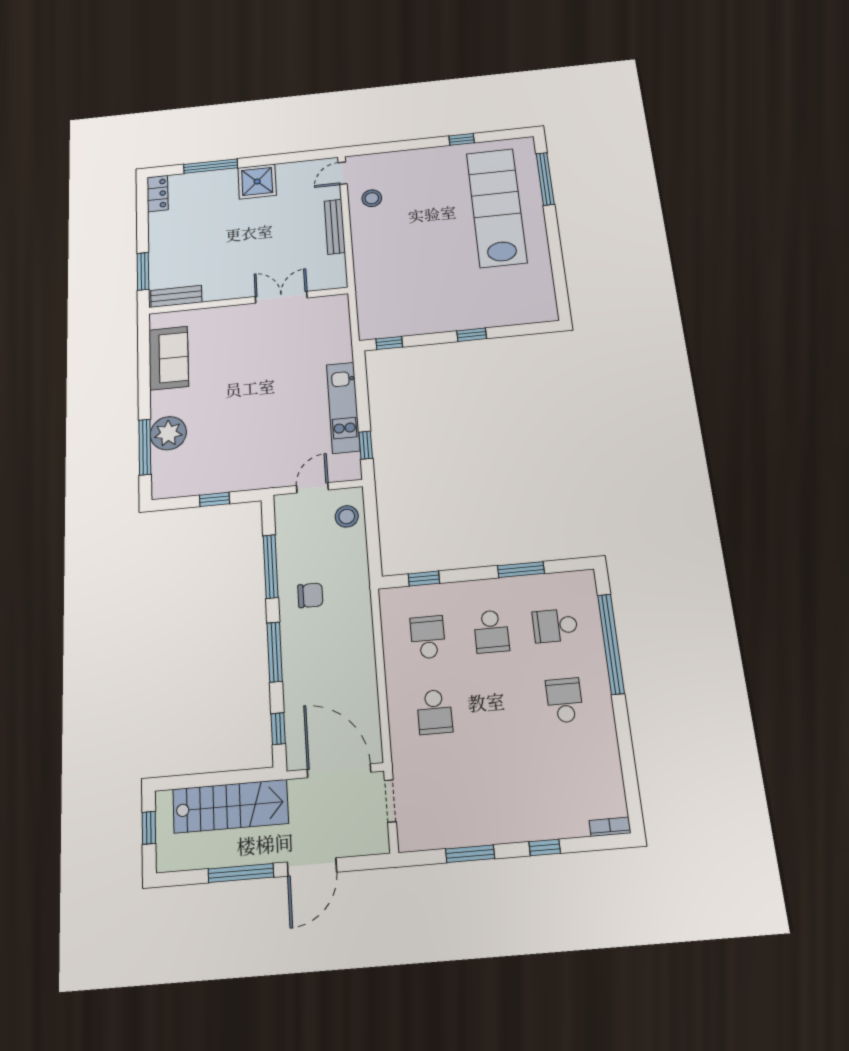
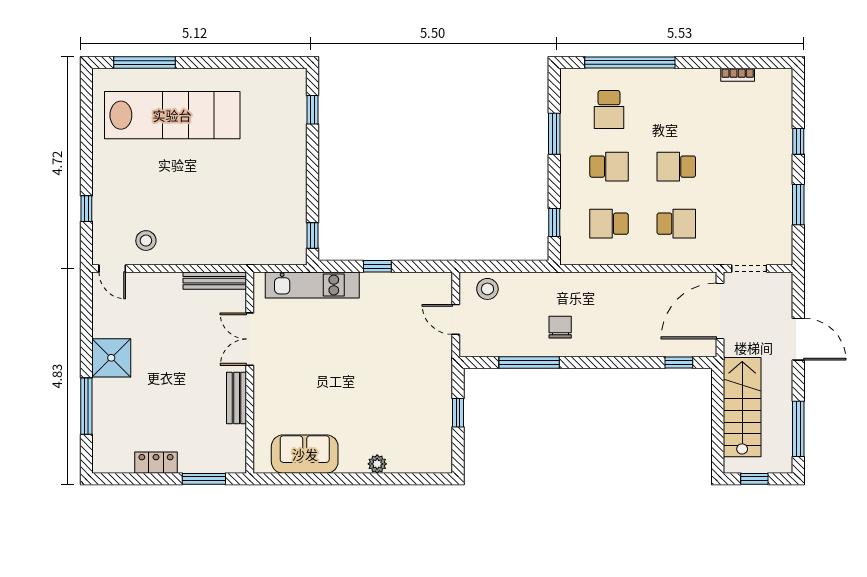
window: (462, 139) -> (86, 209), moved
locker: (158, 194) -> (156, 463), moved
lab bench: (497, 207) -> (172, 115), turned 180
bench: (335, 227) -> (215, 281), moved
bench: (176, 296) -> (237, 398), moved
window: (472, 335) -> (312, 110), moved
kitchen unit: (343, 407) -> (312, 285), moved
plant: (168, 433) -> (377, 464), width x0.53, depth x0.53
window: (366, 445) -> (377, 266), moved
window: (145, 447) -> (397, 479), removed
window: (275, 652) -> (610, 362), removed
school desk: (564, 700) -> (676, 167), moved
bookcase: (610, 827) -> (738, 75), moved, turned -90
window: (241, 873) -> (798, 429), moved

